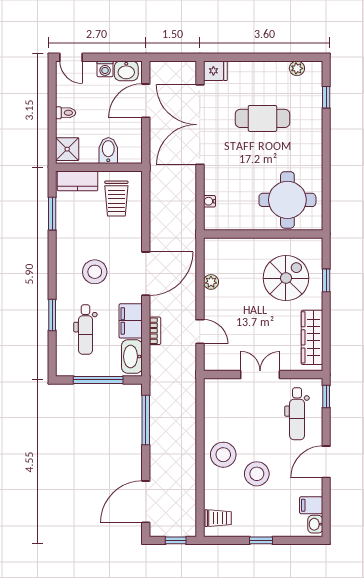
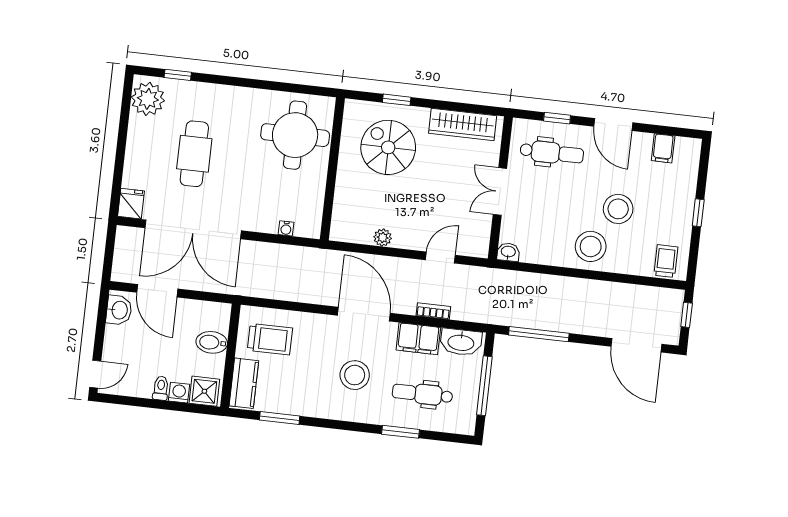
plant: (297, 68) -> (148, 99), width x1.88, depth x1.88
washing machine: (105, 69) -> (179, 393), moved, turned -90
dental chair: (85, 330) -> (422, 394), turned 180
window: (326, 397) -> (557, 118), moved
washbasin: (315, 524) -> (508, 252), moved, turned 180

